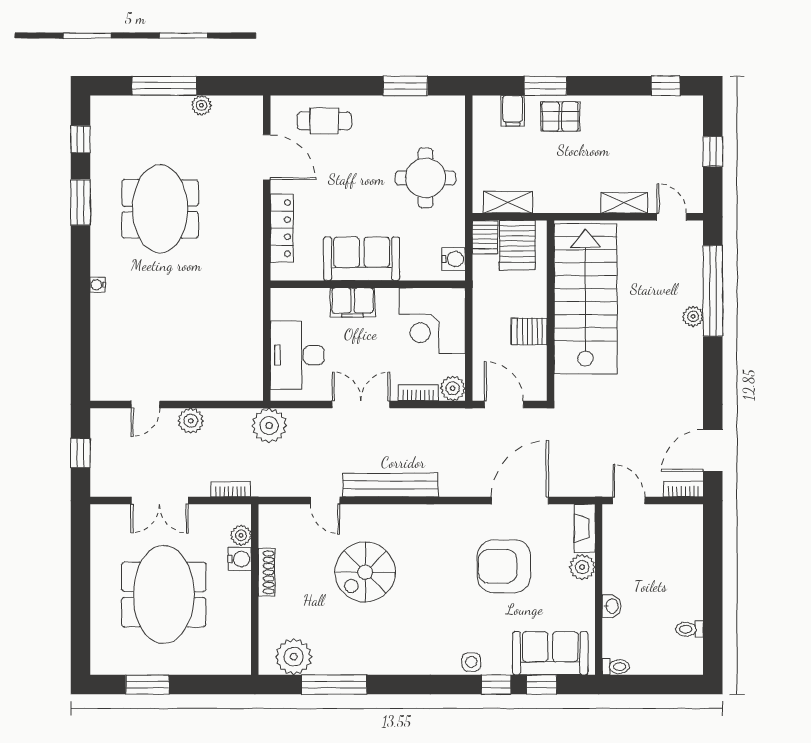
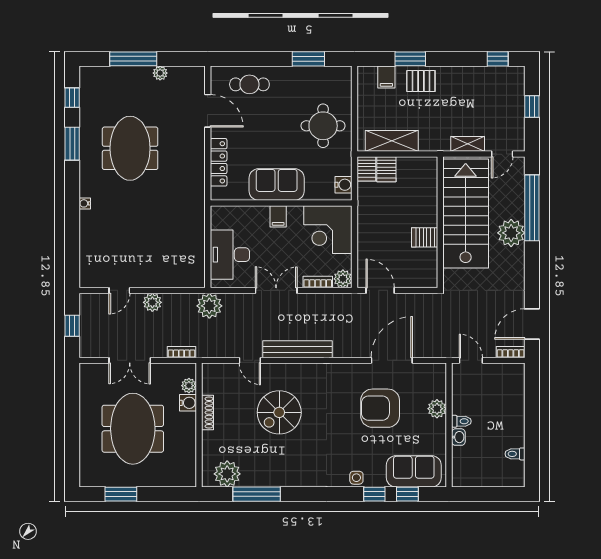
shelving: (508, 202) -> (392, 141), width x1.50, depth x1.33
door: (672, 217) -> (502, 154), swing flipped
server rack: (517, 245) -> (386, 169), width x0.73, depth x0.70
stairs: (585, 299) -> (466, 214), moved
filing cabinet: (353, 303) -> (278, 216), width x0.50
wall: (551, 311) -> (440, 222), moved
plant: (693, 316) -> (511, 233), width x1.88, depth x1.88
server rack: (529, 331) -> (425, 237), moved
fireplace: (585, 528) -> (439, 380), removed
toilet: (616, 667) -> (461, 421), moved

